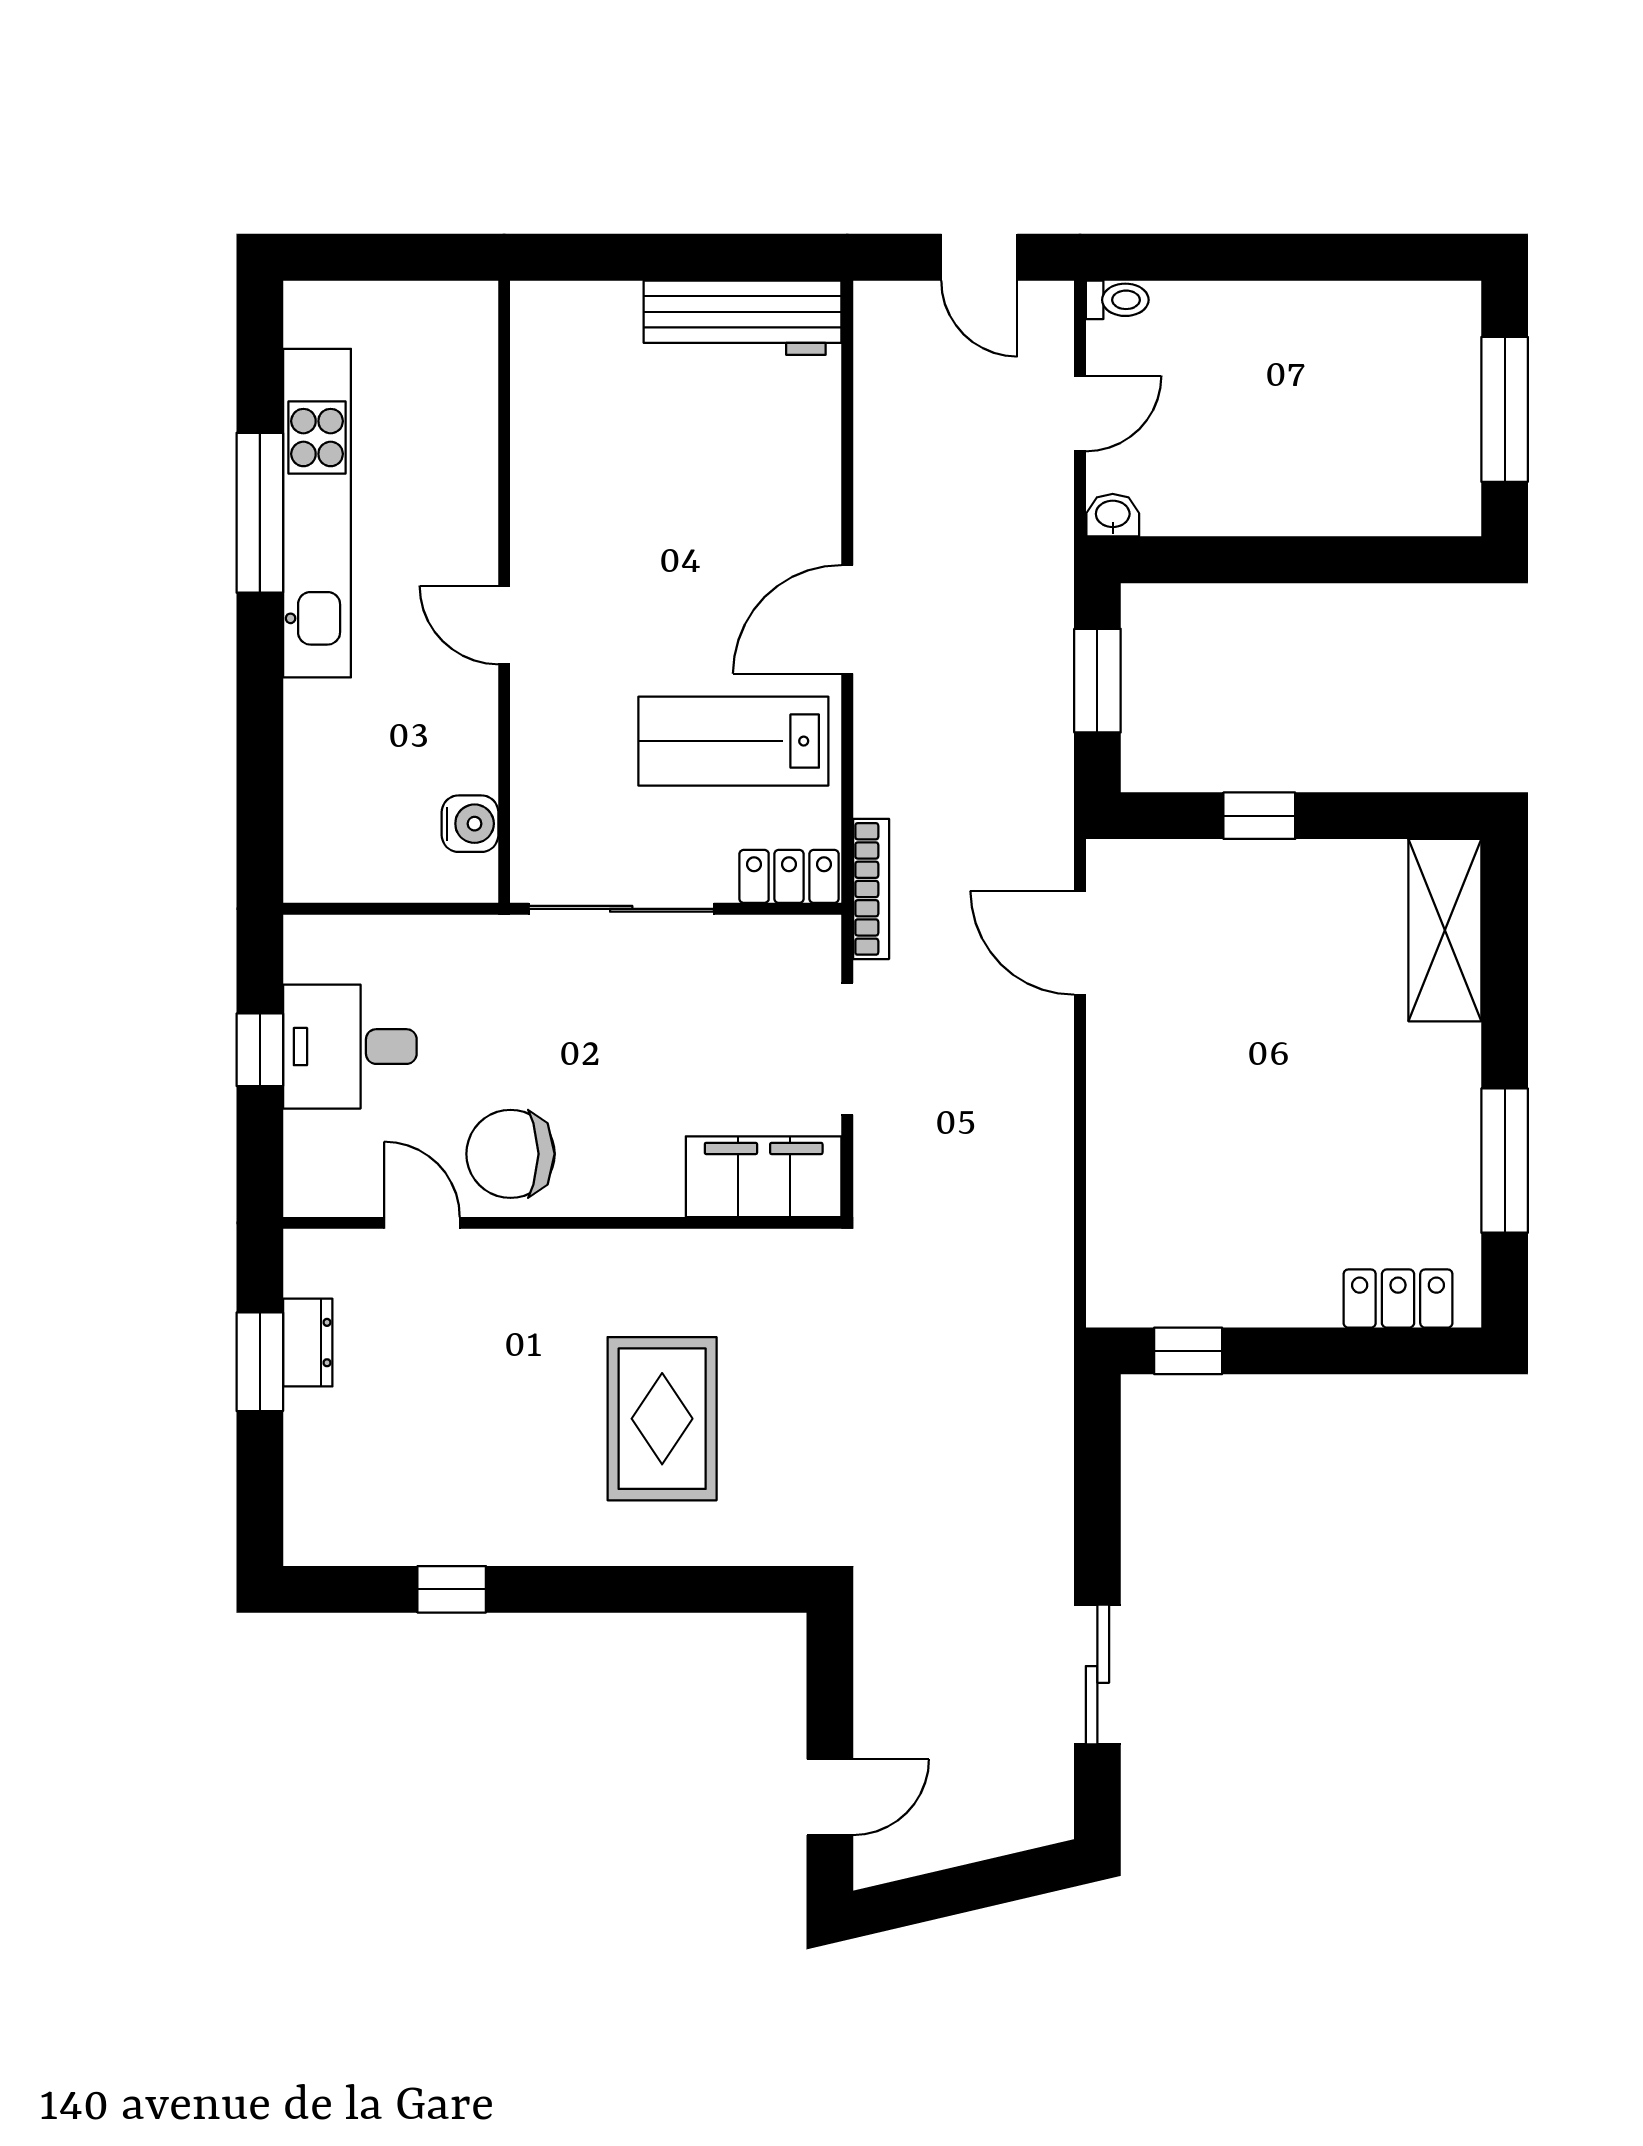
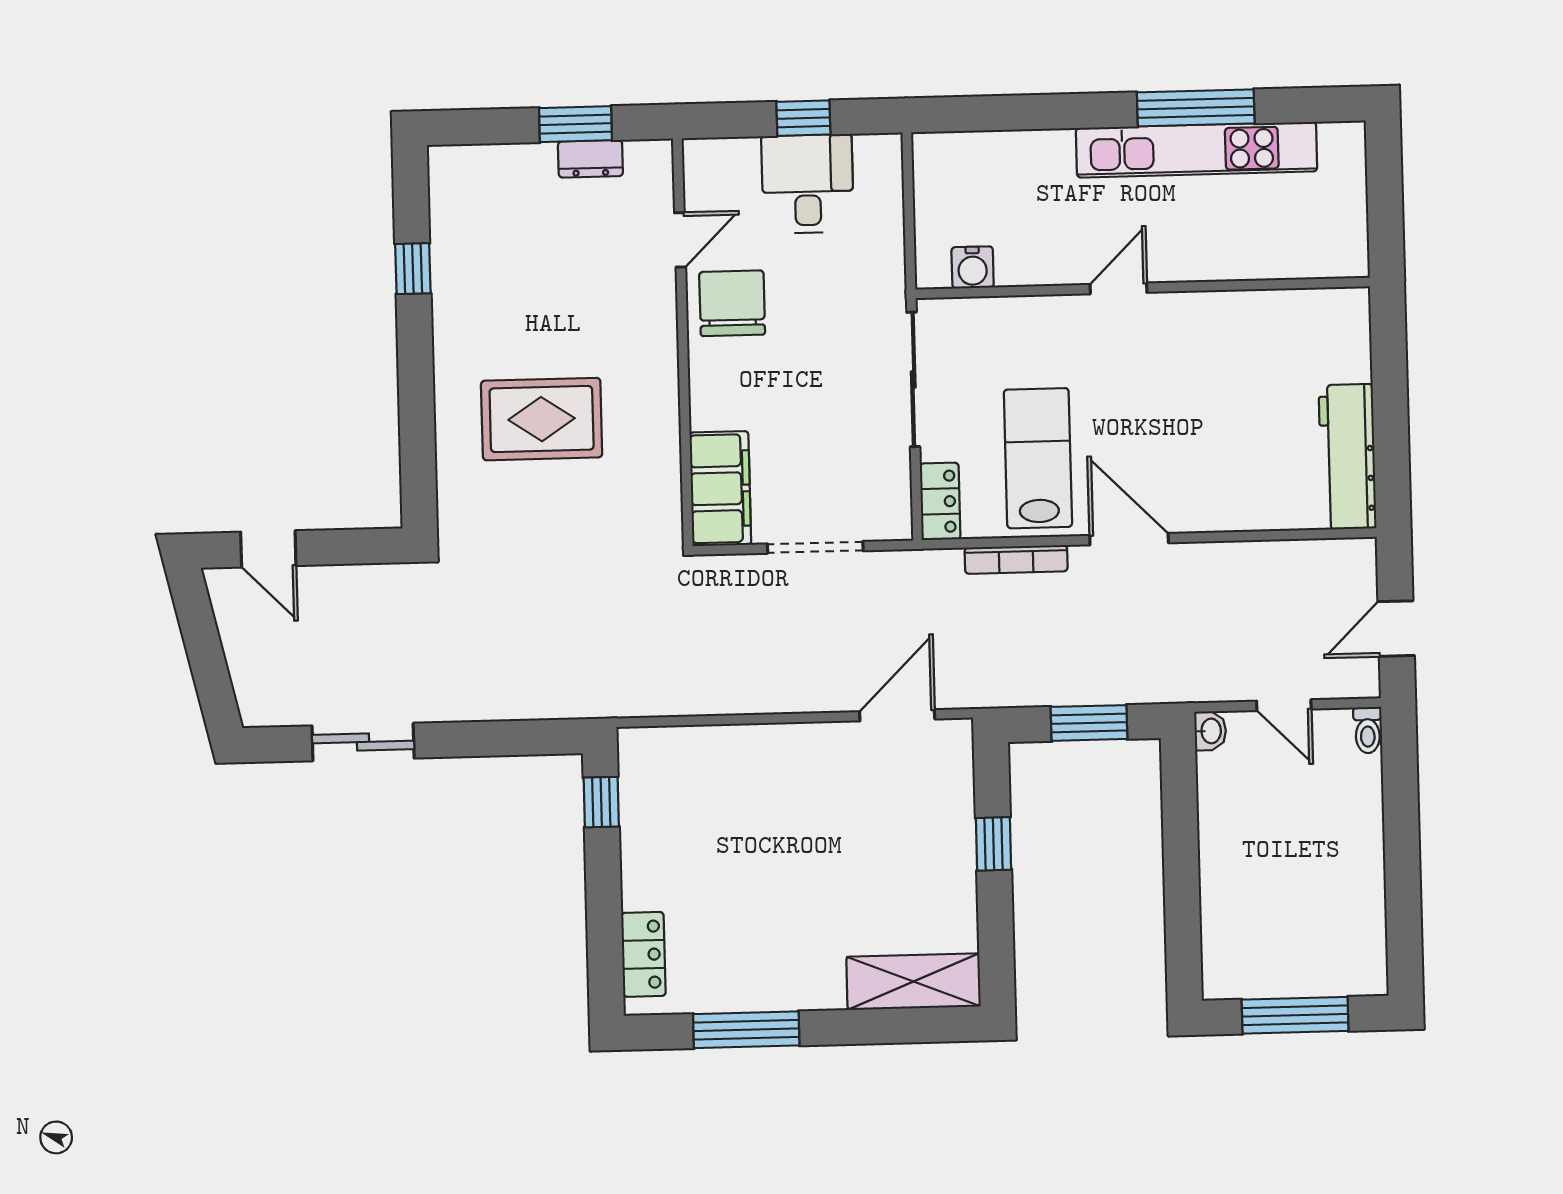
bookcase: (871, 889) -> (1016, 559), moved

